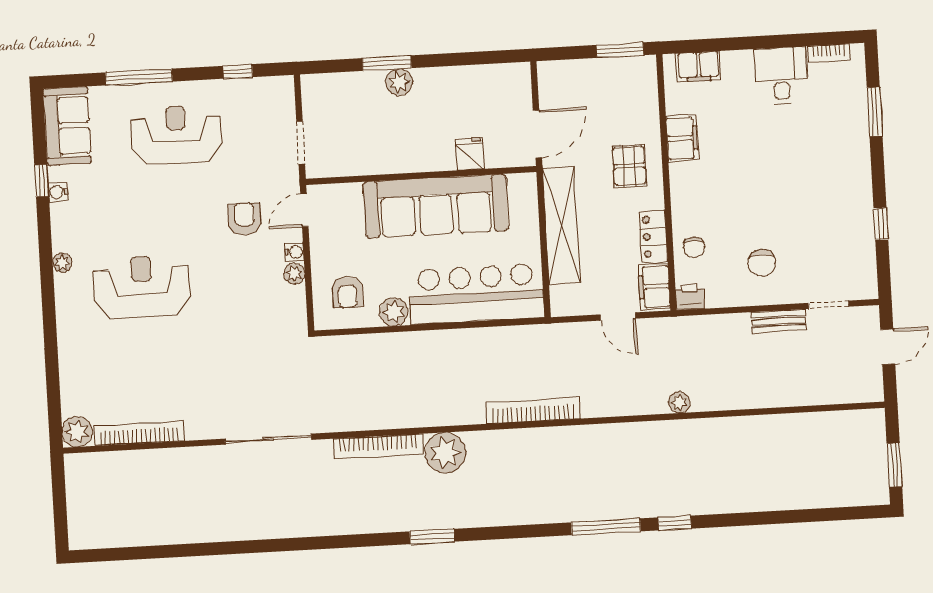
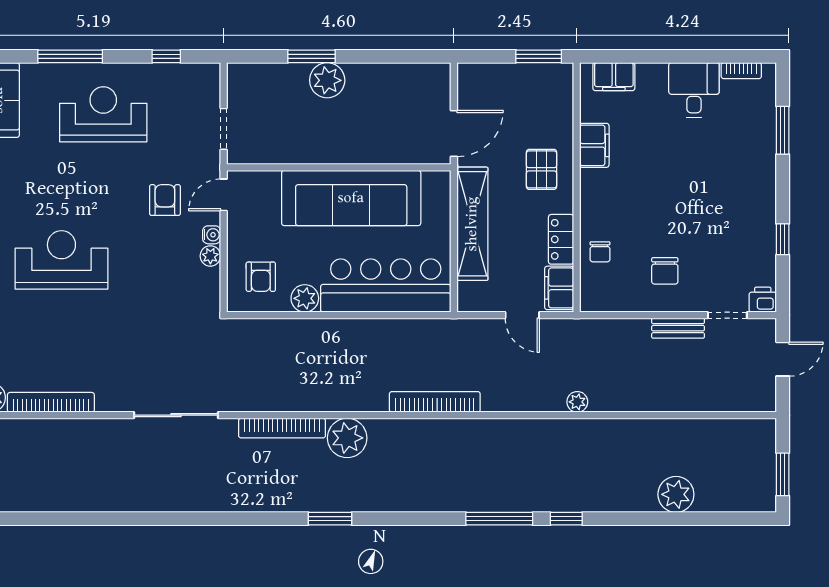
plant: (399, 82) -> (327, 80), width x1.36, depth x1.36
fridge: (470, 154) -> (387, 149), removed
printer: (690, 297) -> (763, 300), moved
plant: (786, 492) -> (676, 494), added

